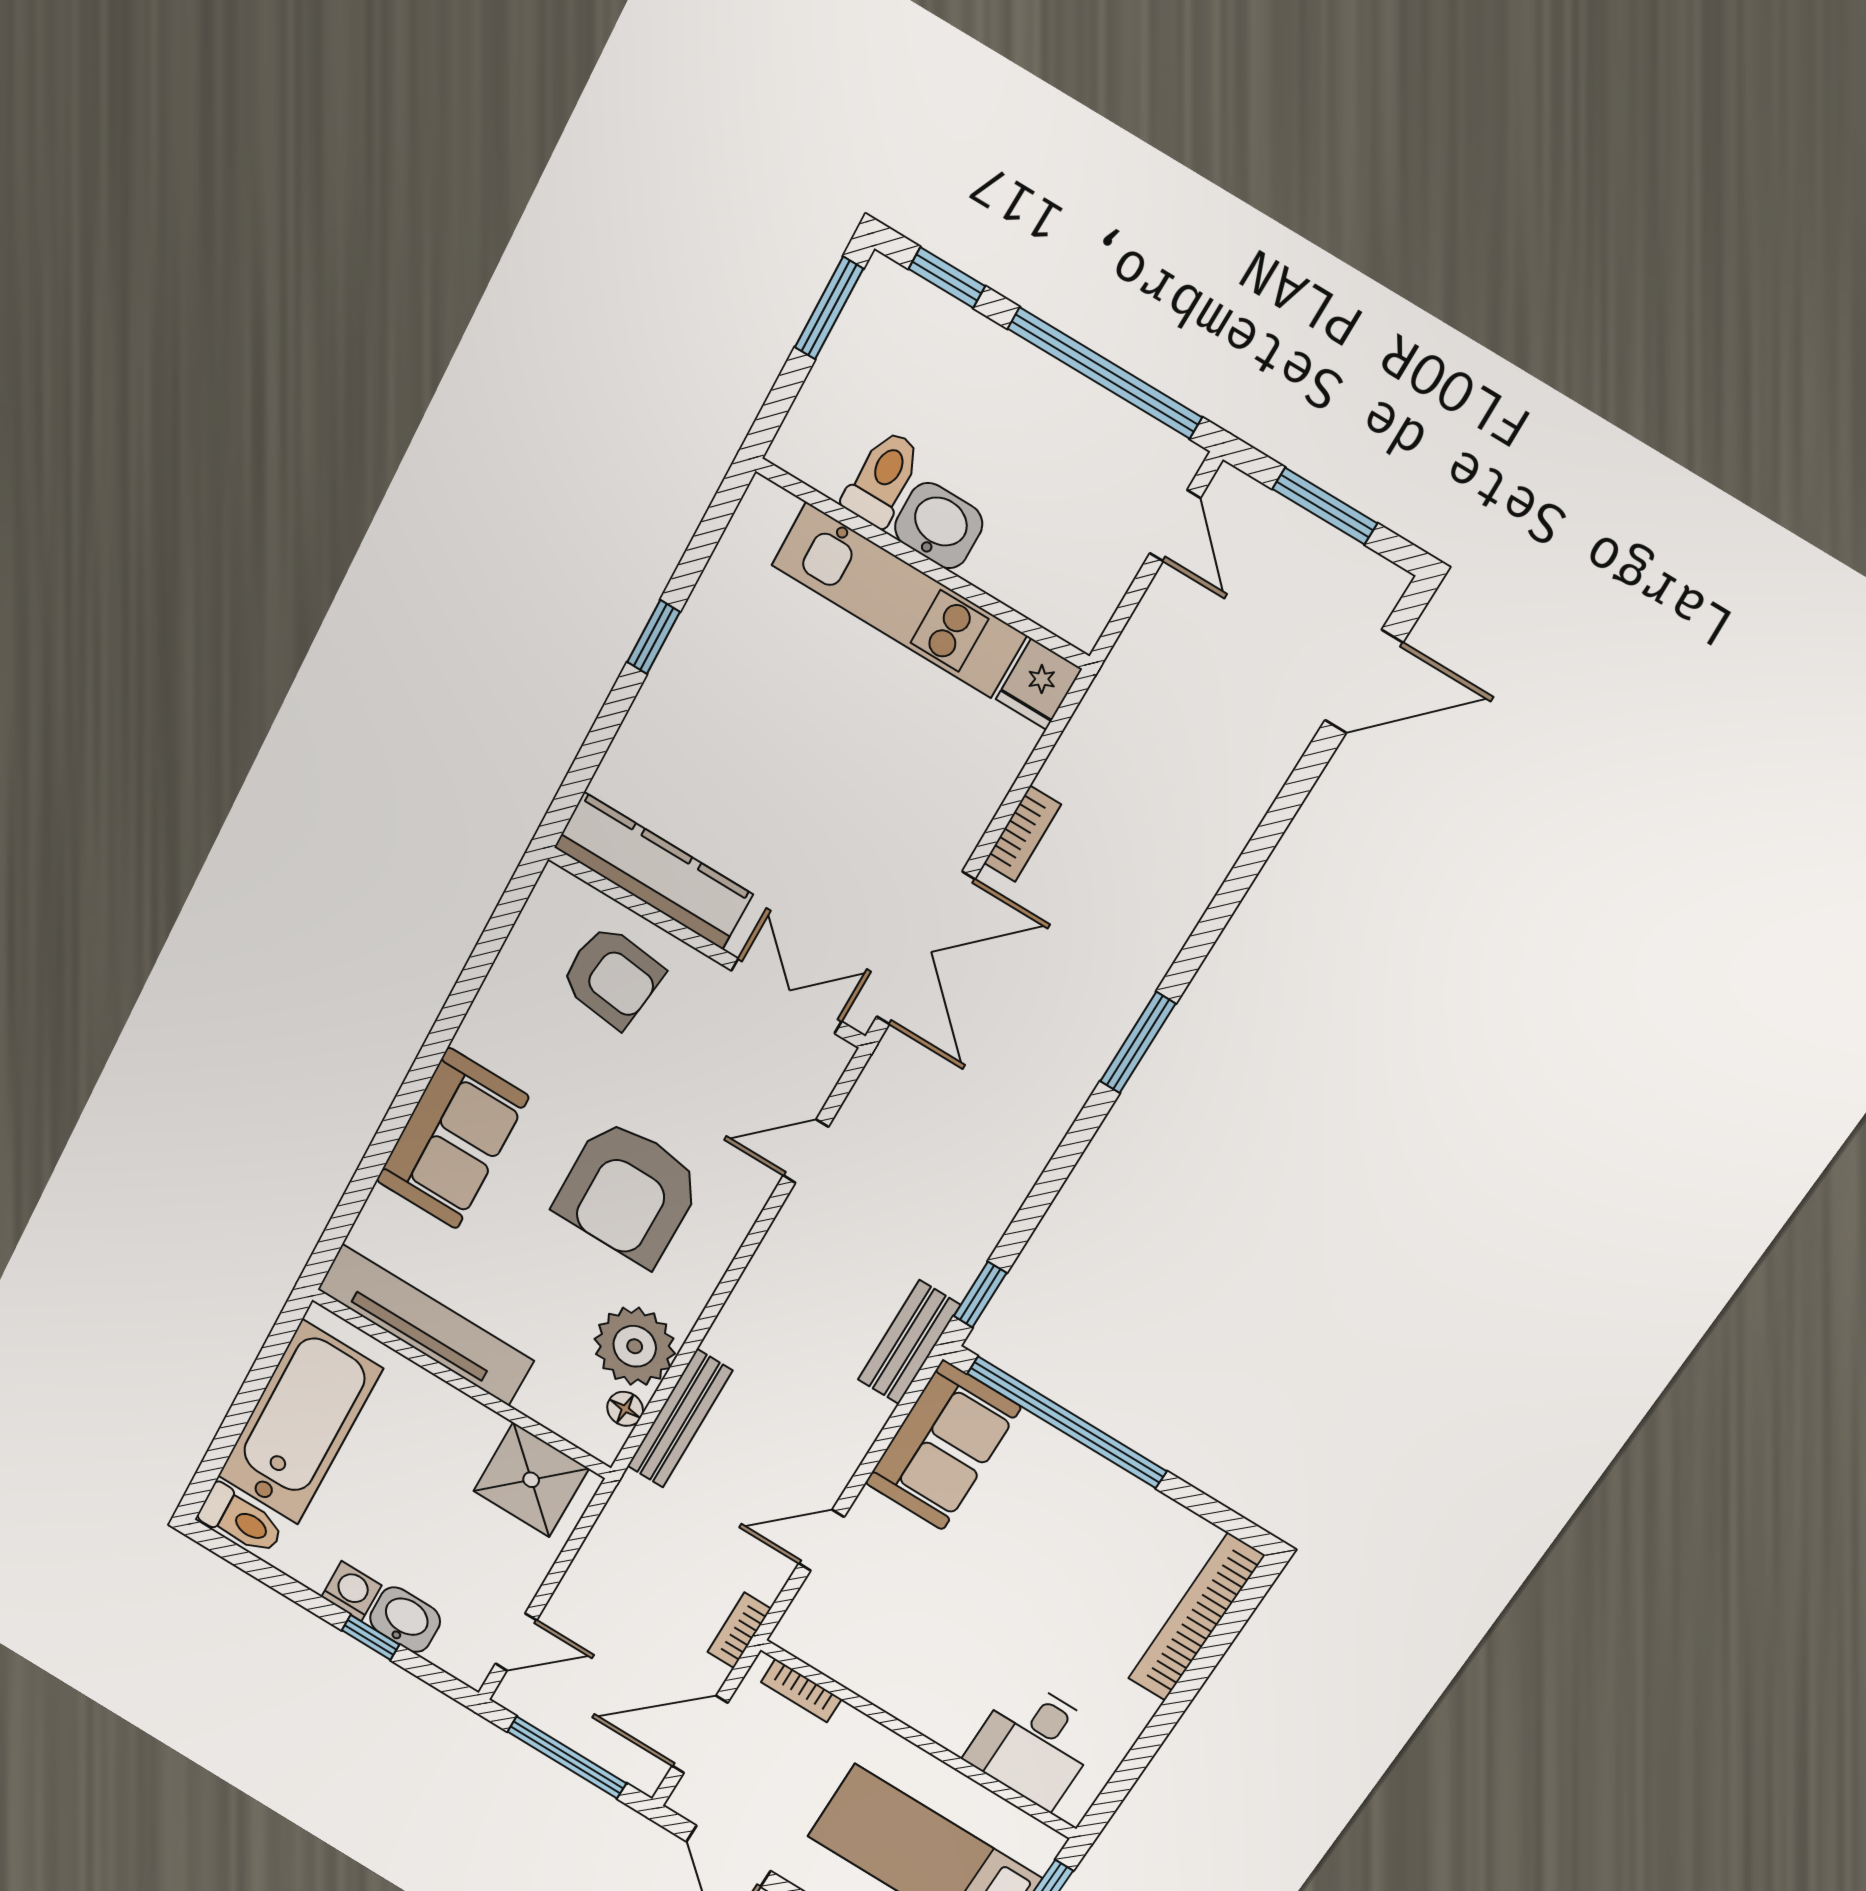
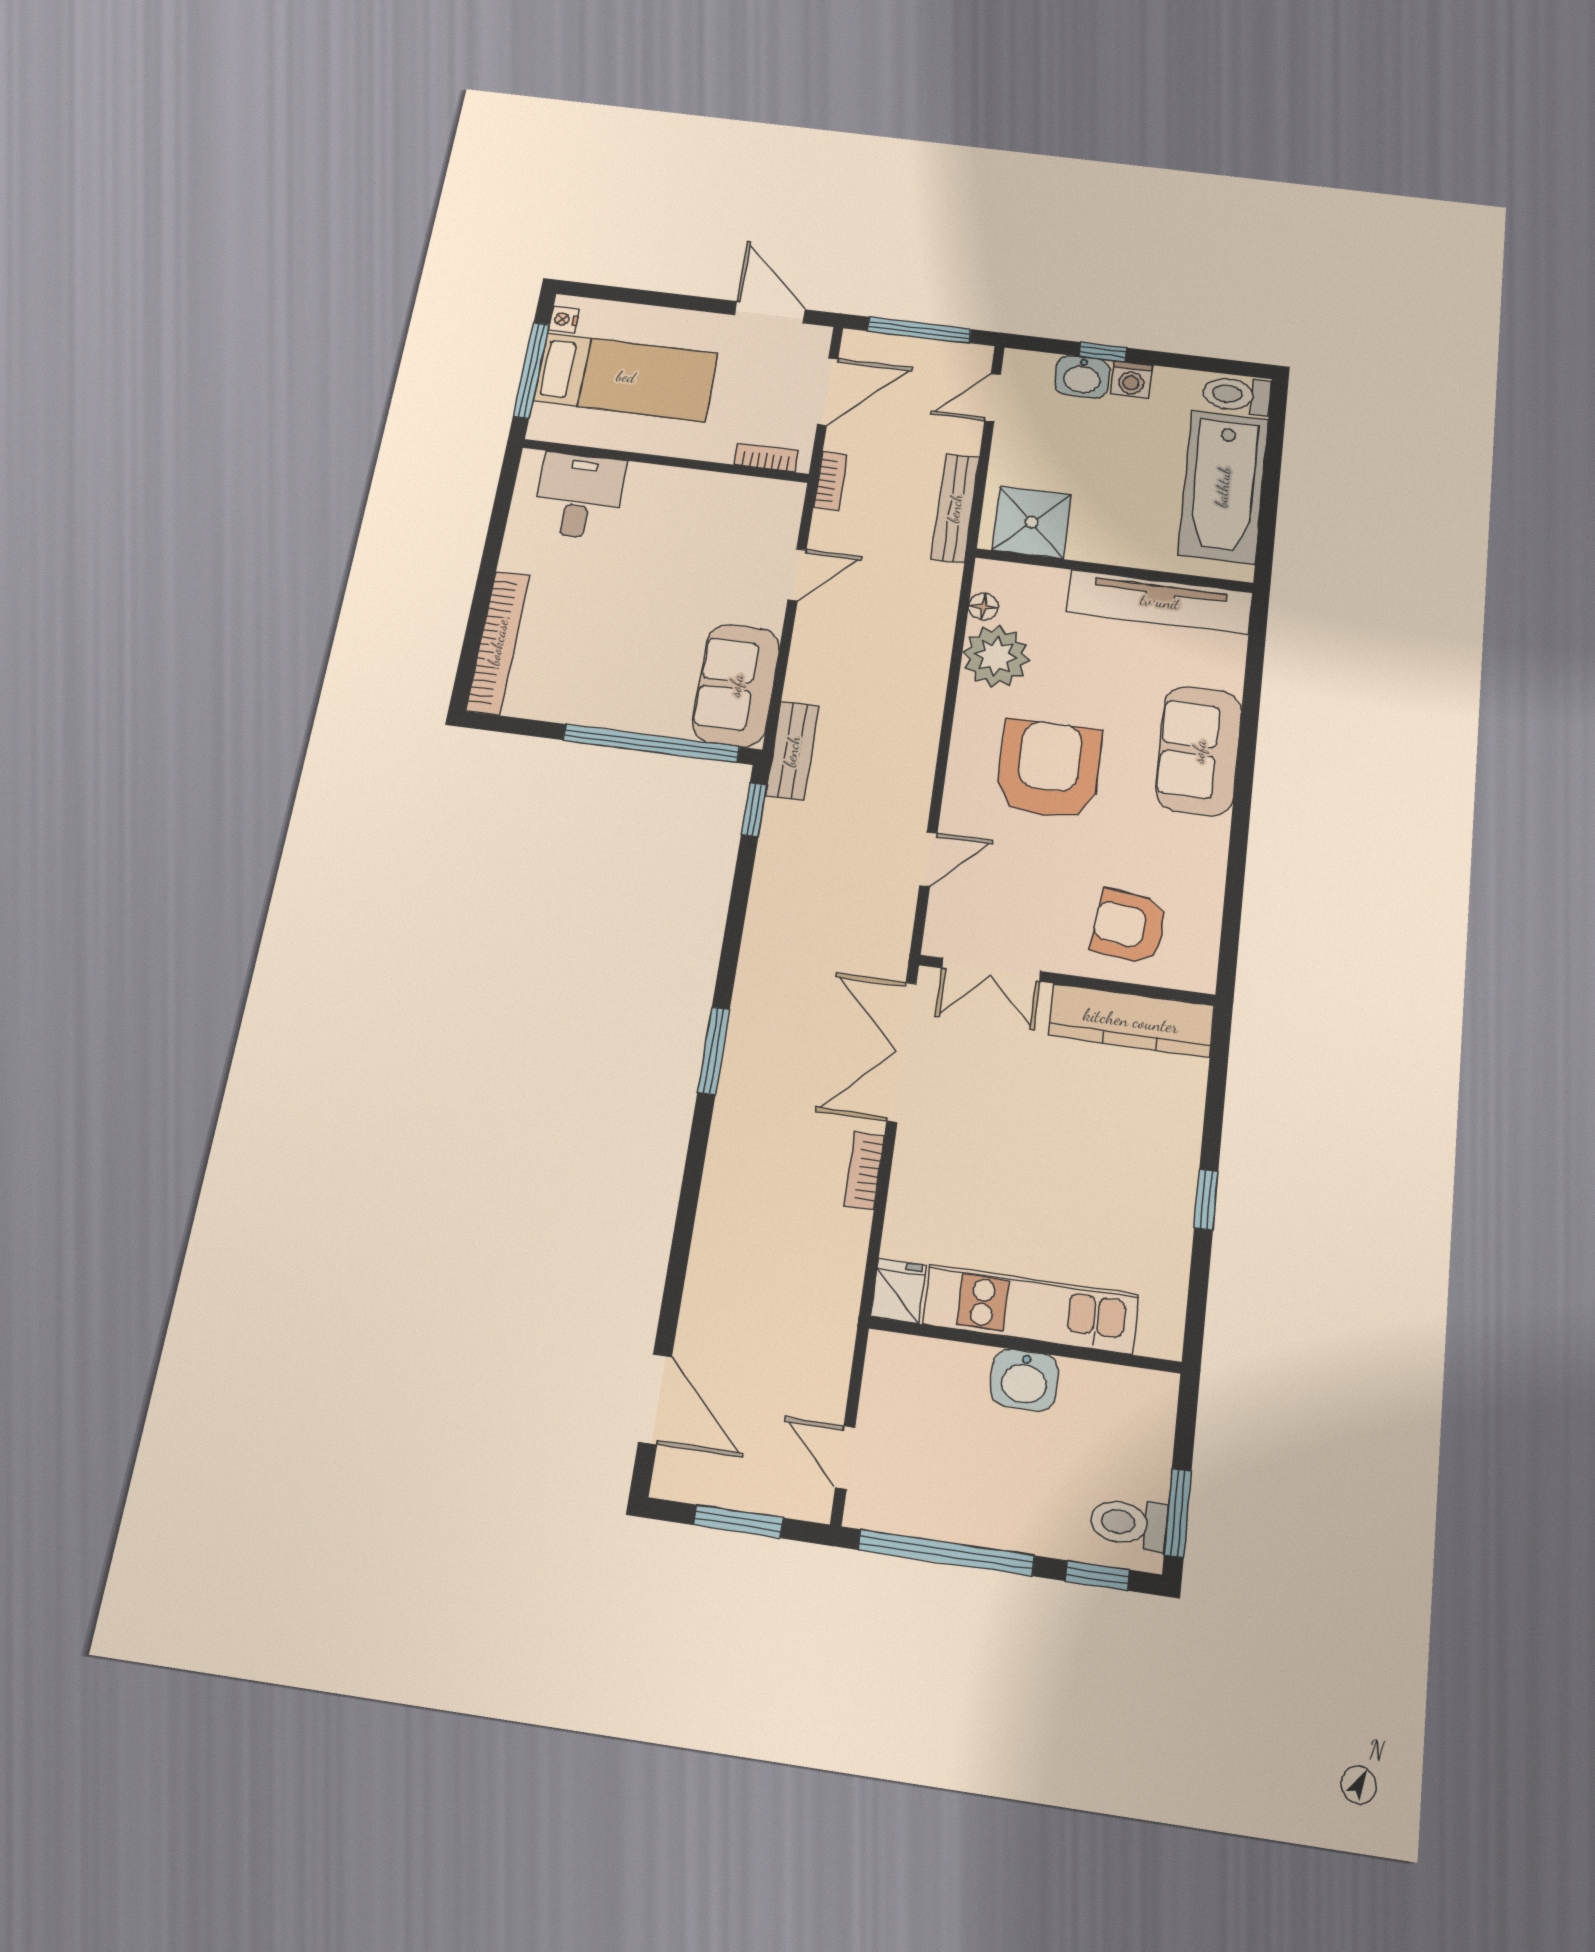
toilet: (883, 478) -> (1129, 1523), moved, turned 90
door: (1364, 682) -> (655, 1399), swing flipped
bench: (680, 1418) -> (955, 508), moved

